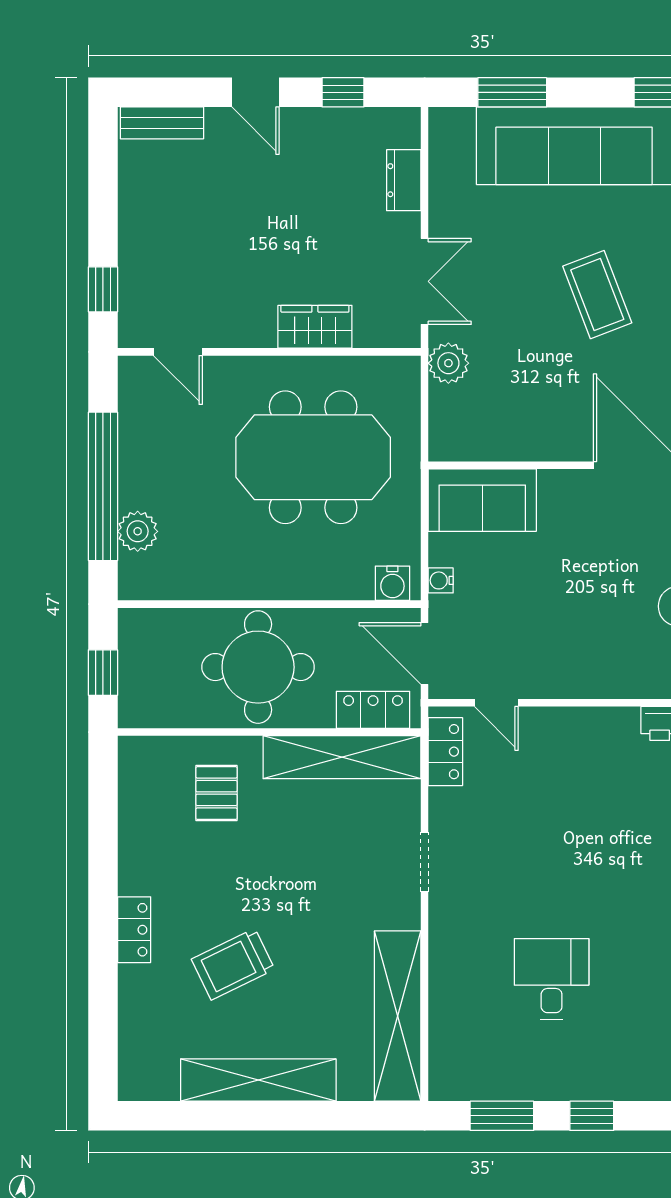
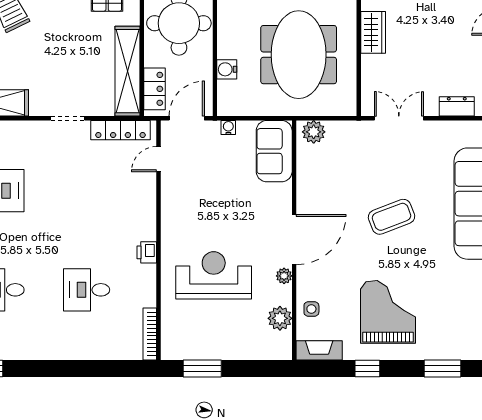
double door: (425, 281) -> (399, 118), swing flipped
wardrobe: (315, 327) -> (373, 32), moved
plant: (448, 363) -> (314, 132), moved
water cooler: (392, 583) -> (227, 69), moved
locker: (445, 752) -> (120, 130), width x1.53

